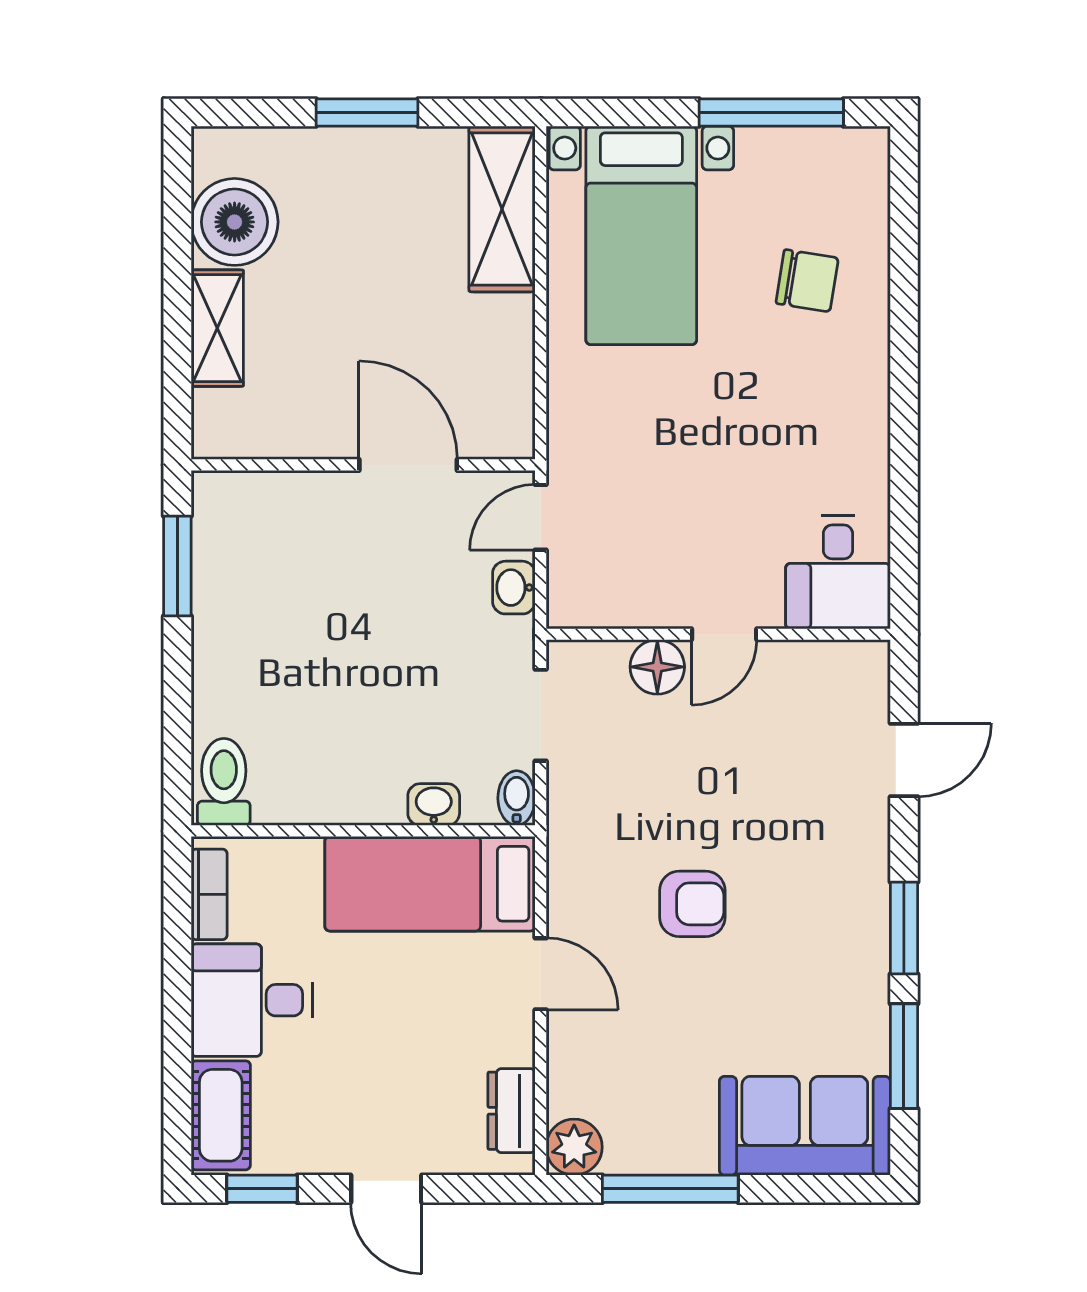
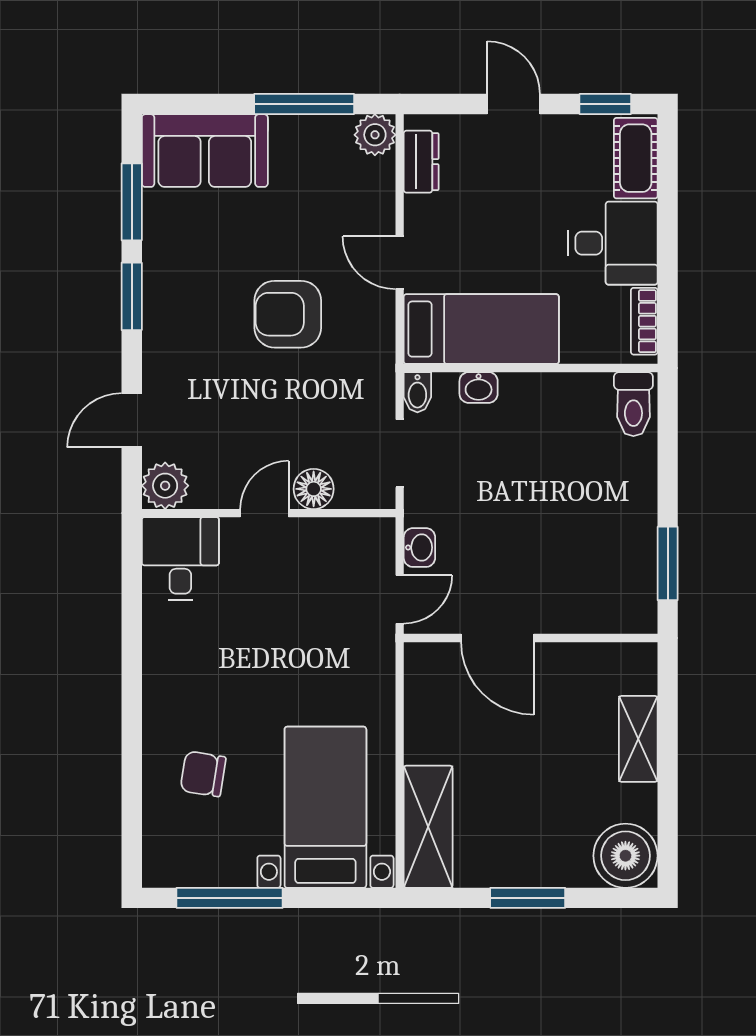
boiler: (235, 222) -> (625, 856), moved
plant: (859, 671) -> (165, 486), added
armchair: (692, 904) -> (288, 314), width x1.38, depth x1.38

